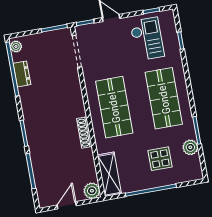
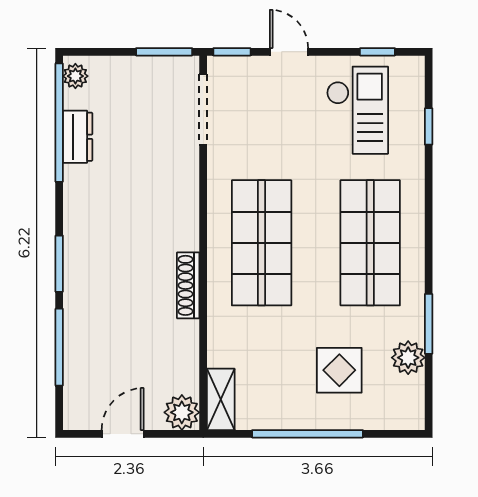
shelving: (109, 174) -> (221, 399), width x0.67, depth x0.75

